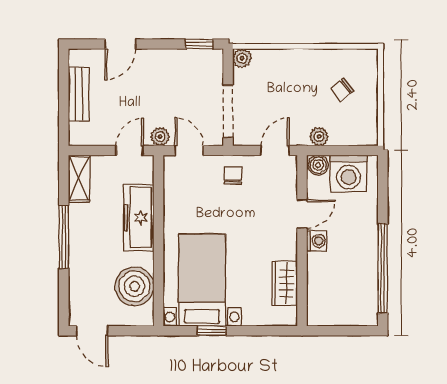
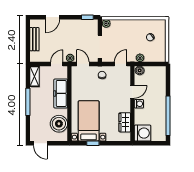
washing machine: (349, 174) -> (143, 133), moved, turned -90

